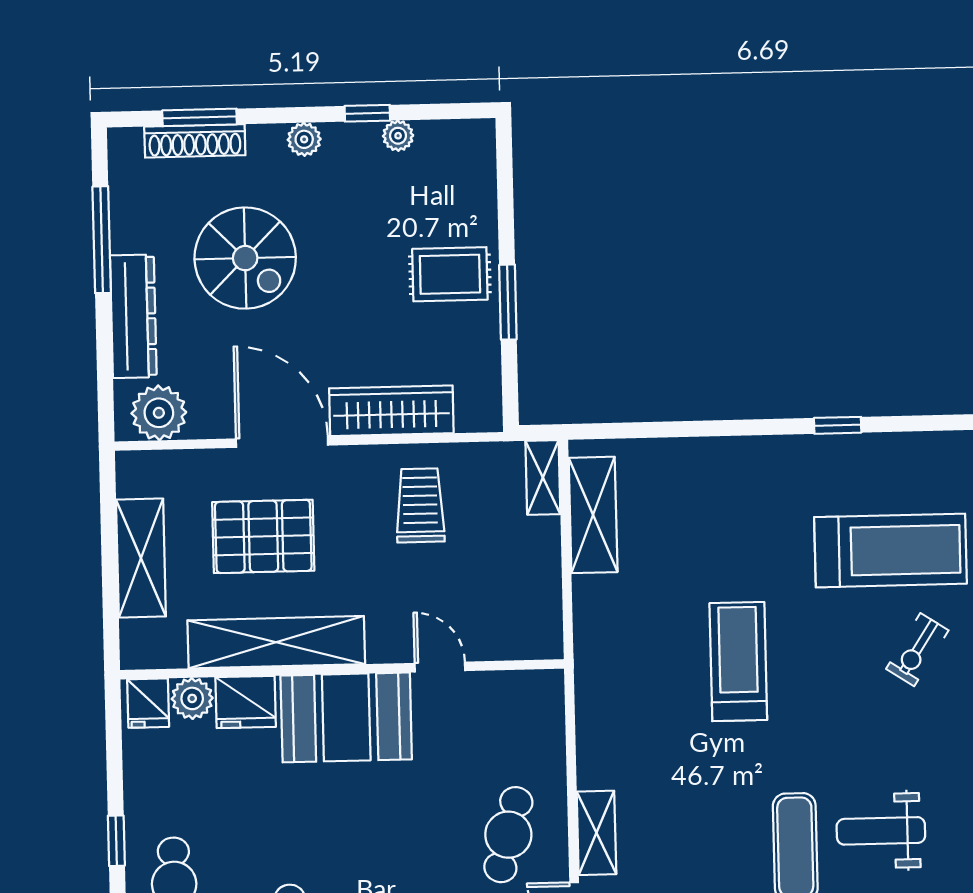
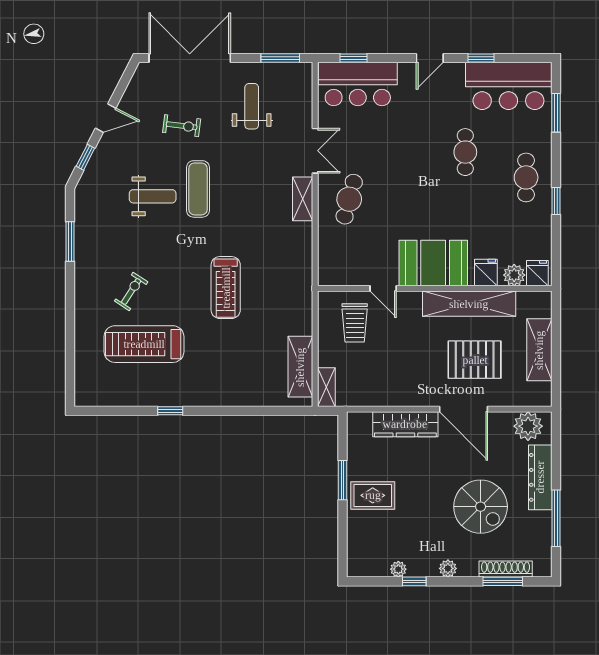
spiral stairs: (245, 258) -> (481, 507), turned 180
trolley: (420, 505) -> (355, 323), moved
fridge: (246, 702) -> (486, 273), width x0.72

